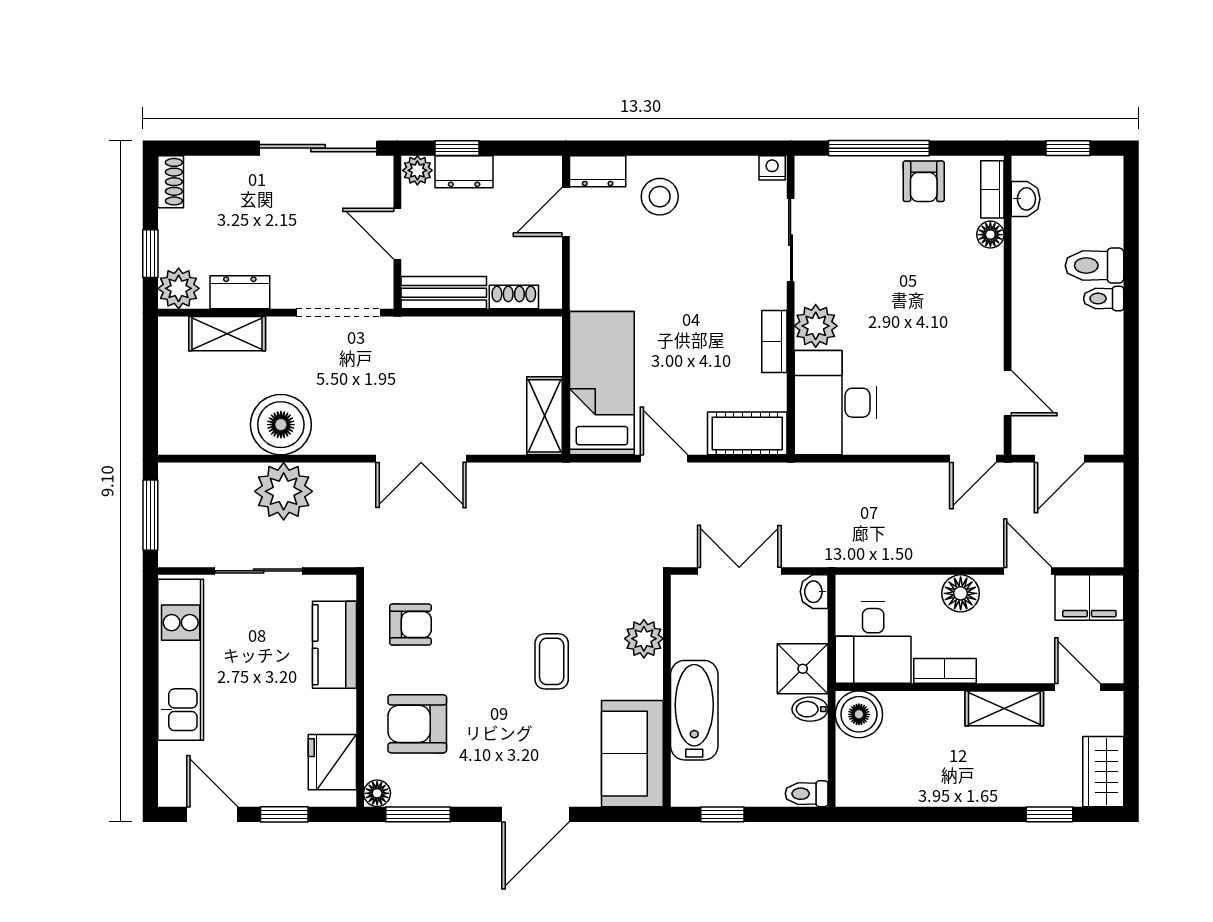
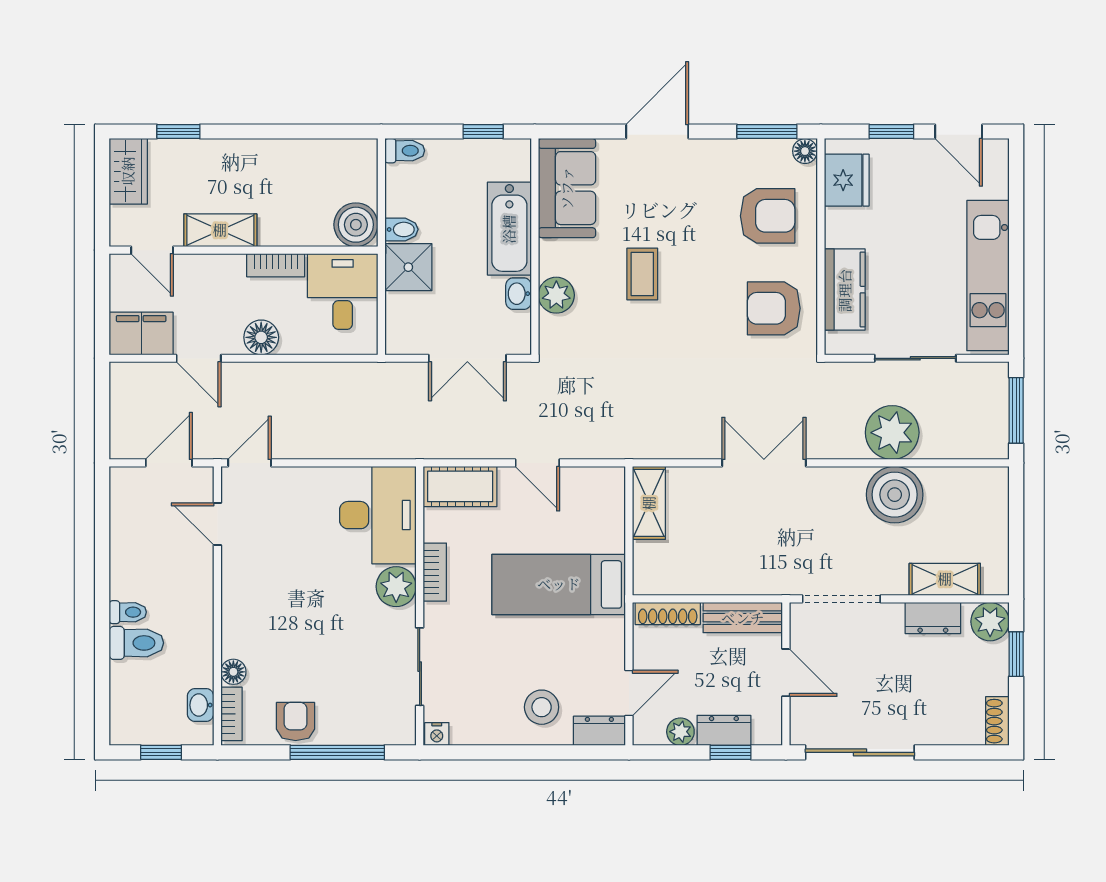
plant: (417, 170) -> (680, 732), moved
shoe rack: (514, 297) -> (668, 614), width x1.43
bed: (602, 383) -> (559, 584), moved, turned 90
washbasin: (814, 592) -> (518, 294), moved, turned 180
armchair: (411, 625) -> (774, 308), width x1.38, depth x1.38

